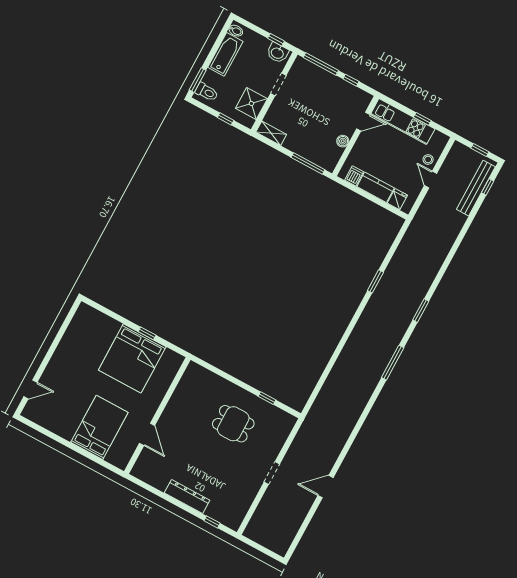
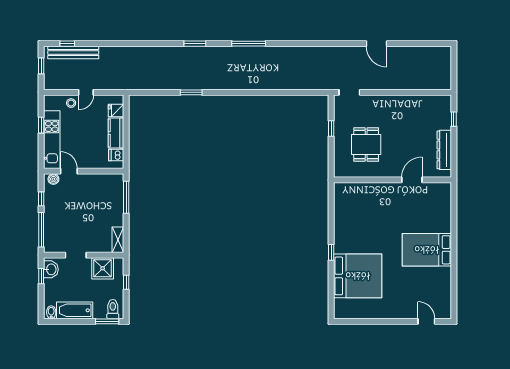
boiler: (343, 141) -> (53, 179), moved
bed: (132, 358) -> (358, 276), moved
wall: (157, 416) -> (392, 180), moved
door: (147, 434) -> (412, 180), moved
doorway: (272, 473) -> (349, 92), moved

